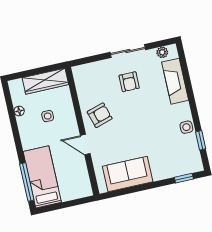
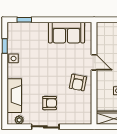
armchair: (129, 82) -> (50, 103), turned 90
armchair: (100, 115) -> (78, 82), turned -62

